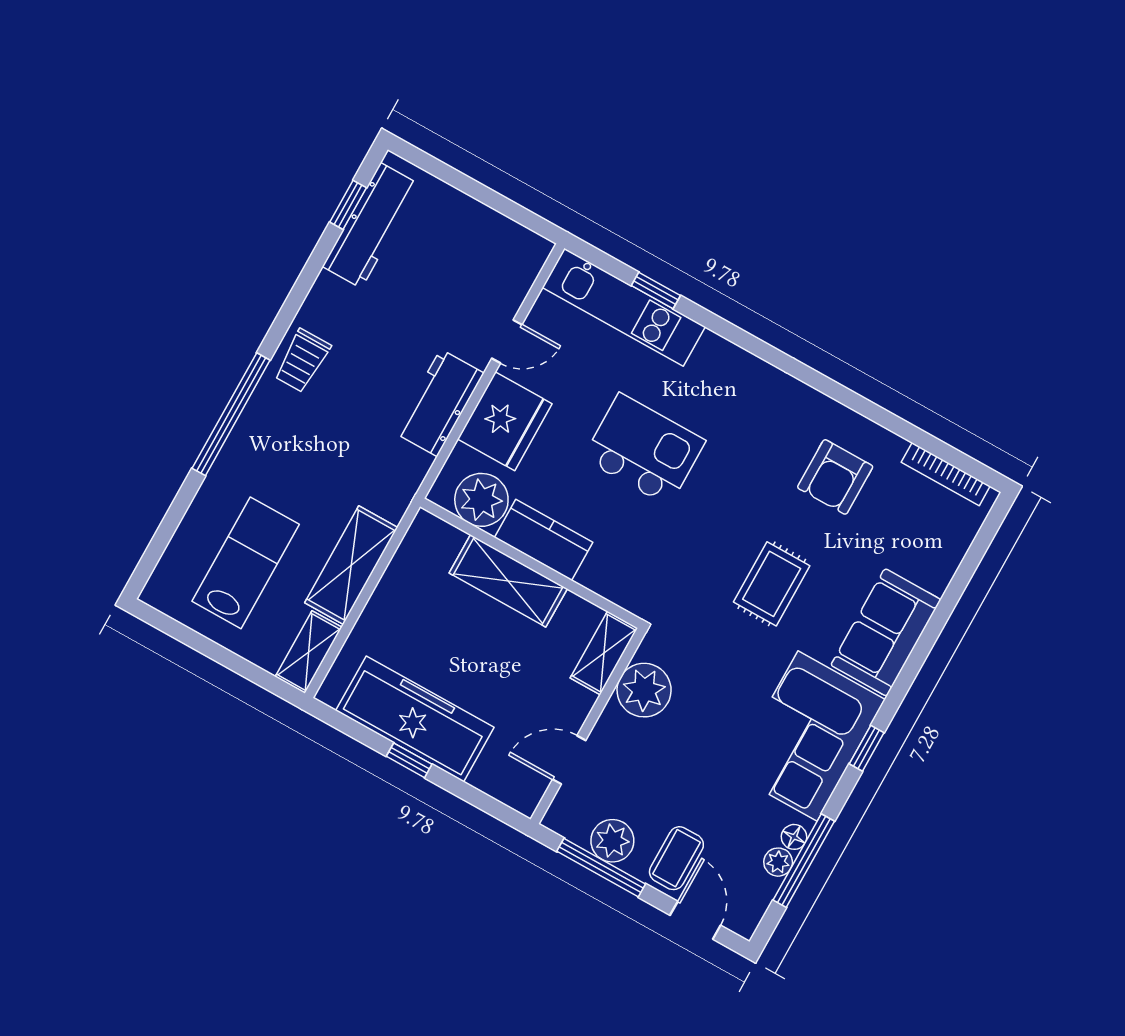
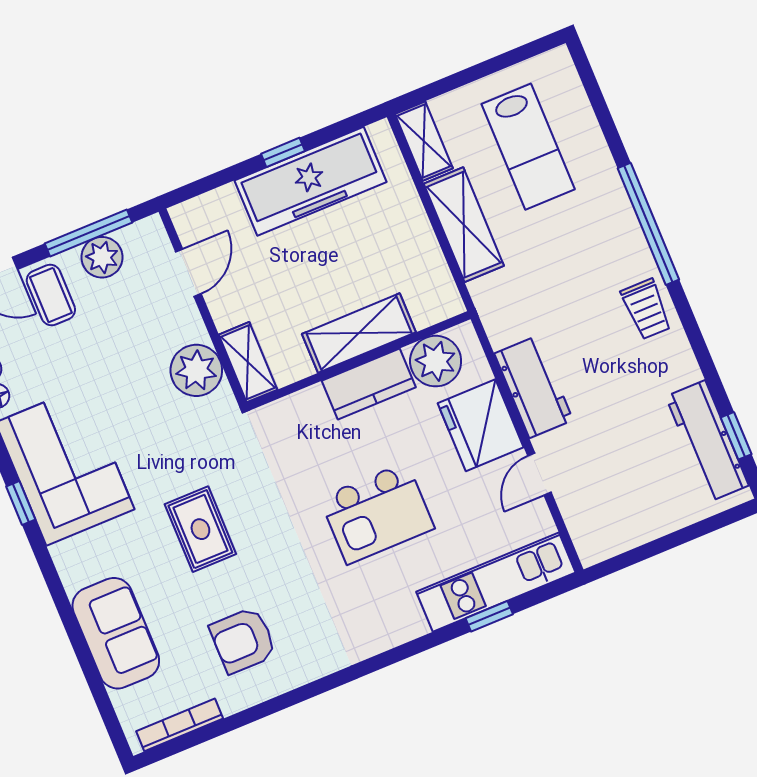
trolley: (302, 361) -> (646, 309), turned 180
armchair: (835, 477) -> (243, 640), turned -90
sofa: (886, 632) -> (116, 633), moved

